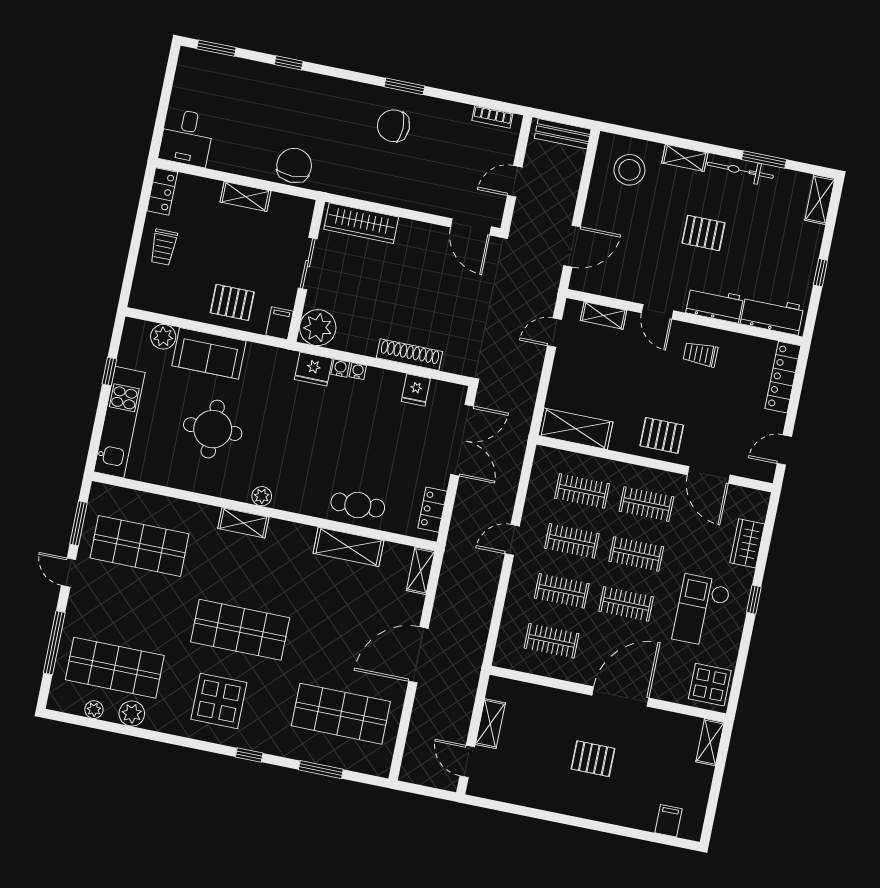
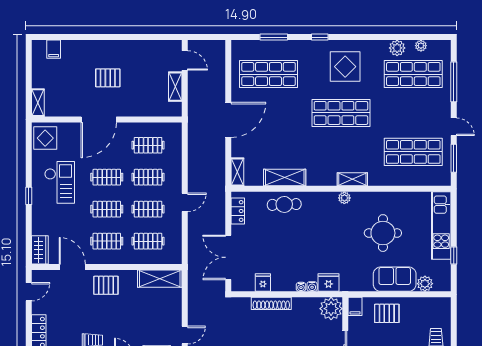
wardrobe: (747, 543) -> (40, 250), moved

